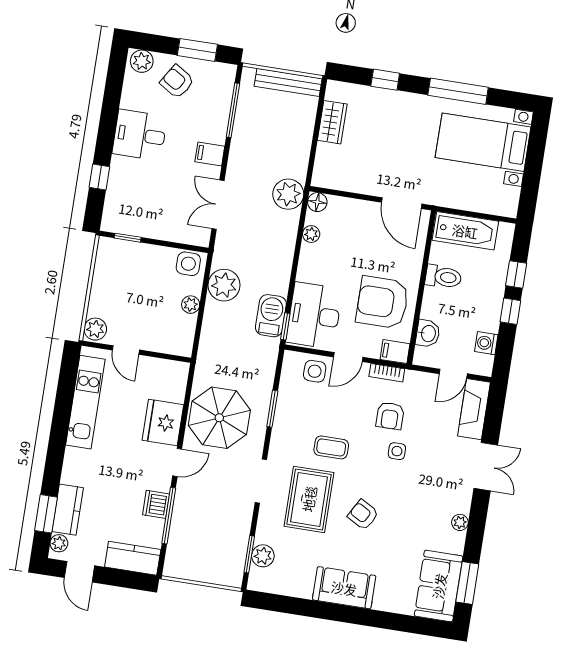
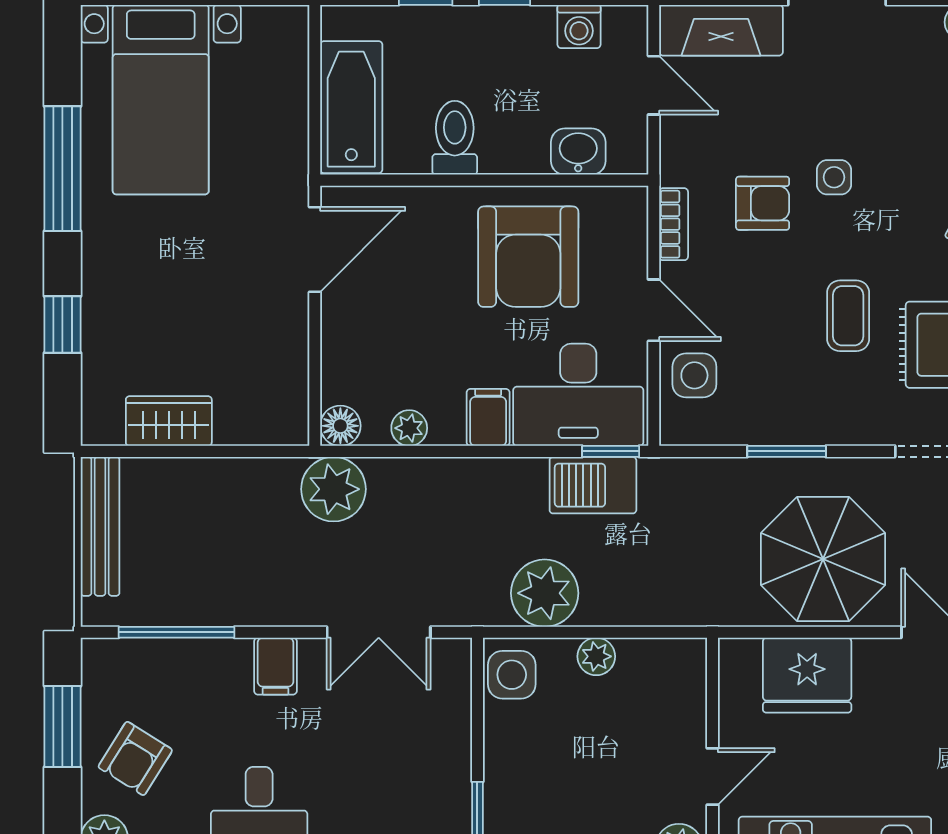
filing cabinet: (395, 352) -> (488, 417), moved, turned 180
fridge: (163, 423) -> (807, 675), moved

